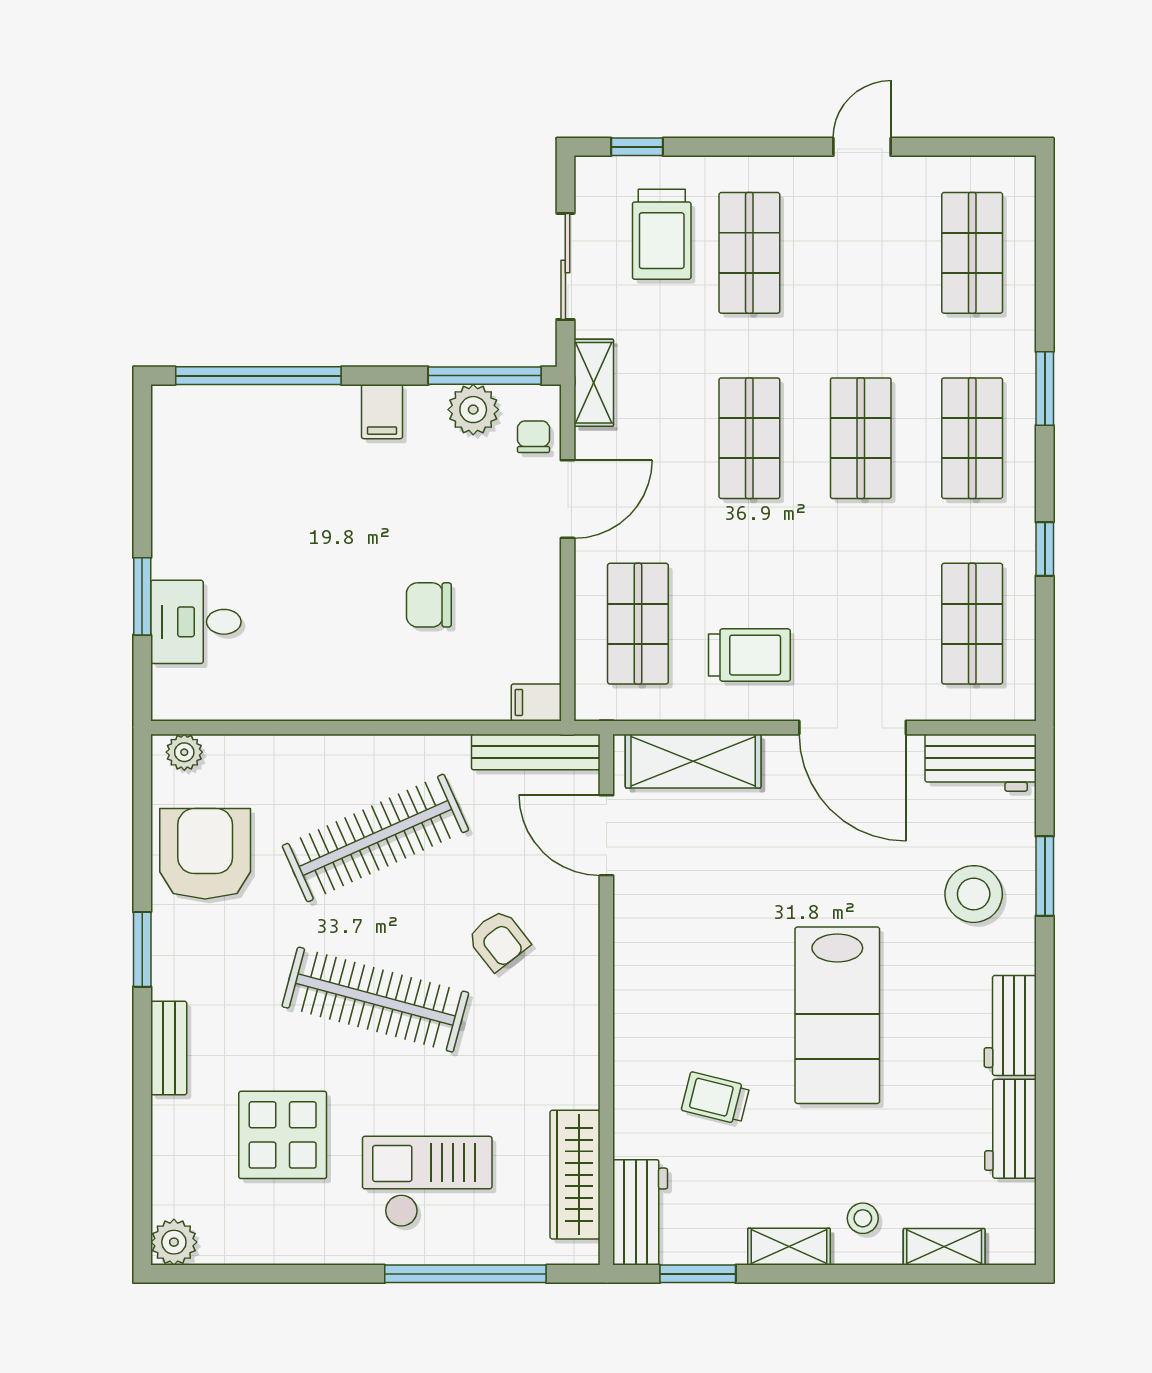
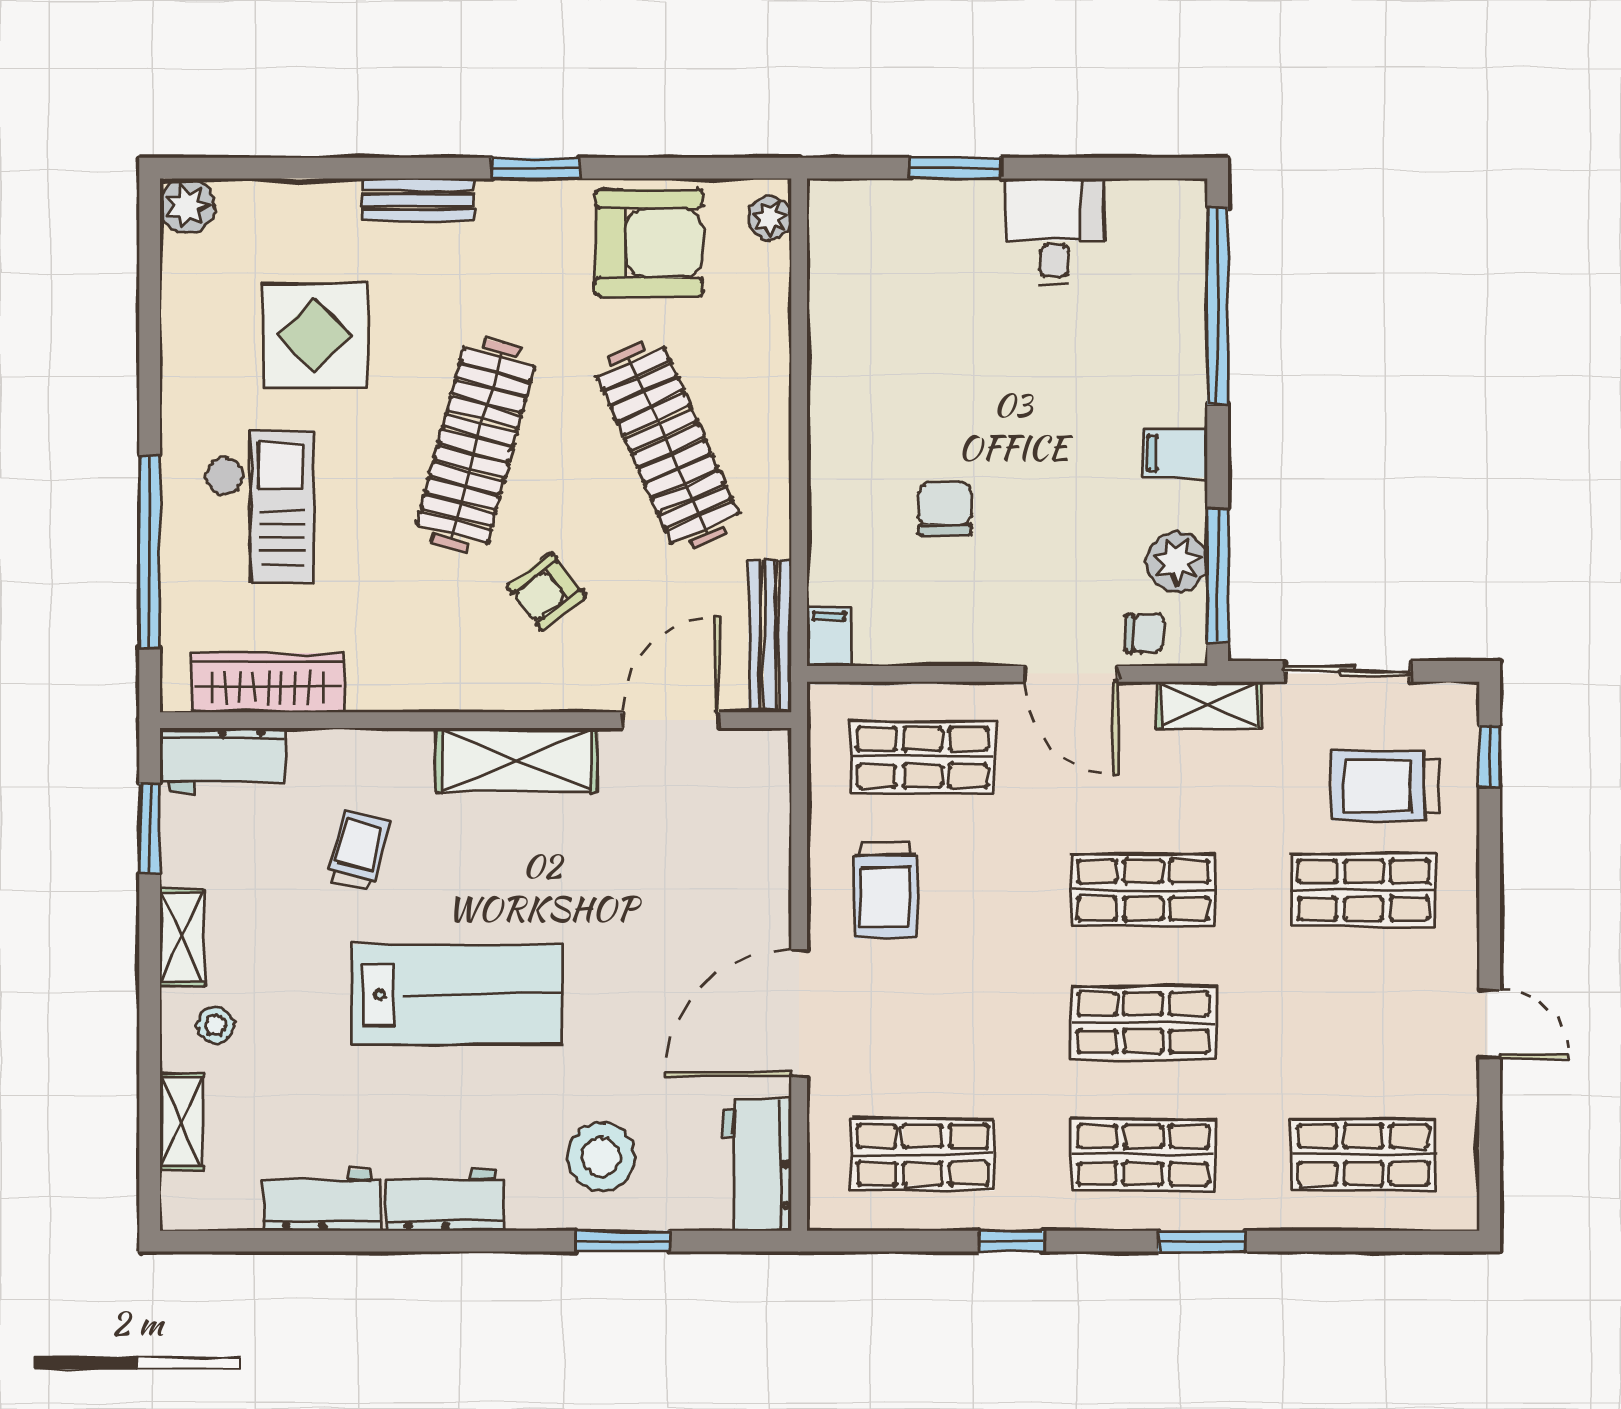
desk: (196, 622) -> (1054, 232), moved
shelving: (693, 761) -> (517, 760), moved, turned 90
lab bench: (837, 1015) -> (457, 995), turned 180

